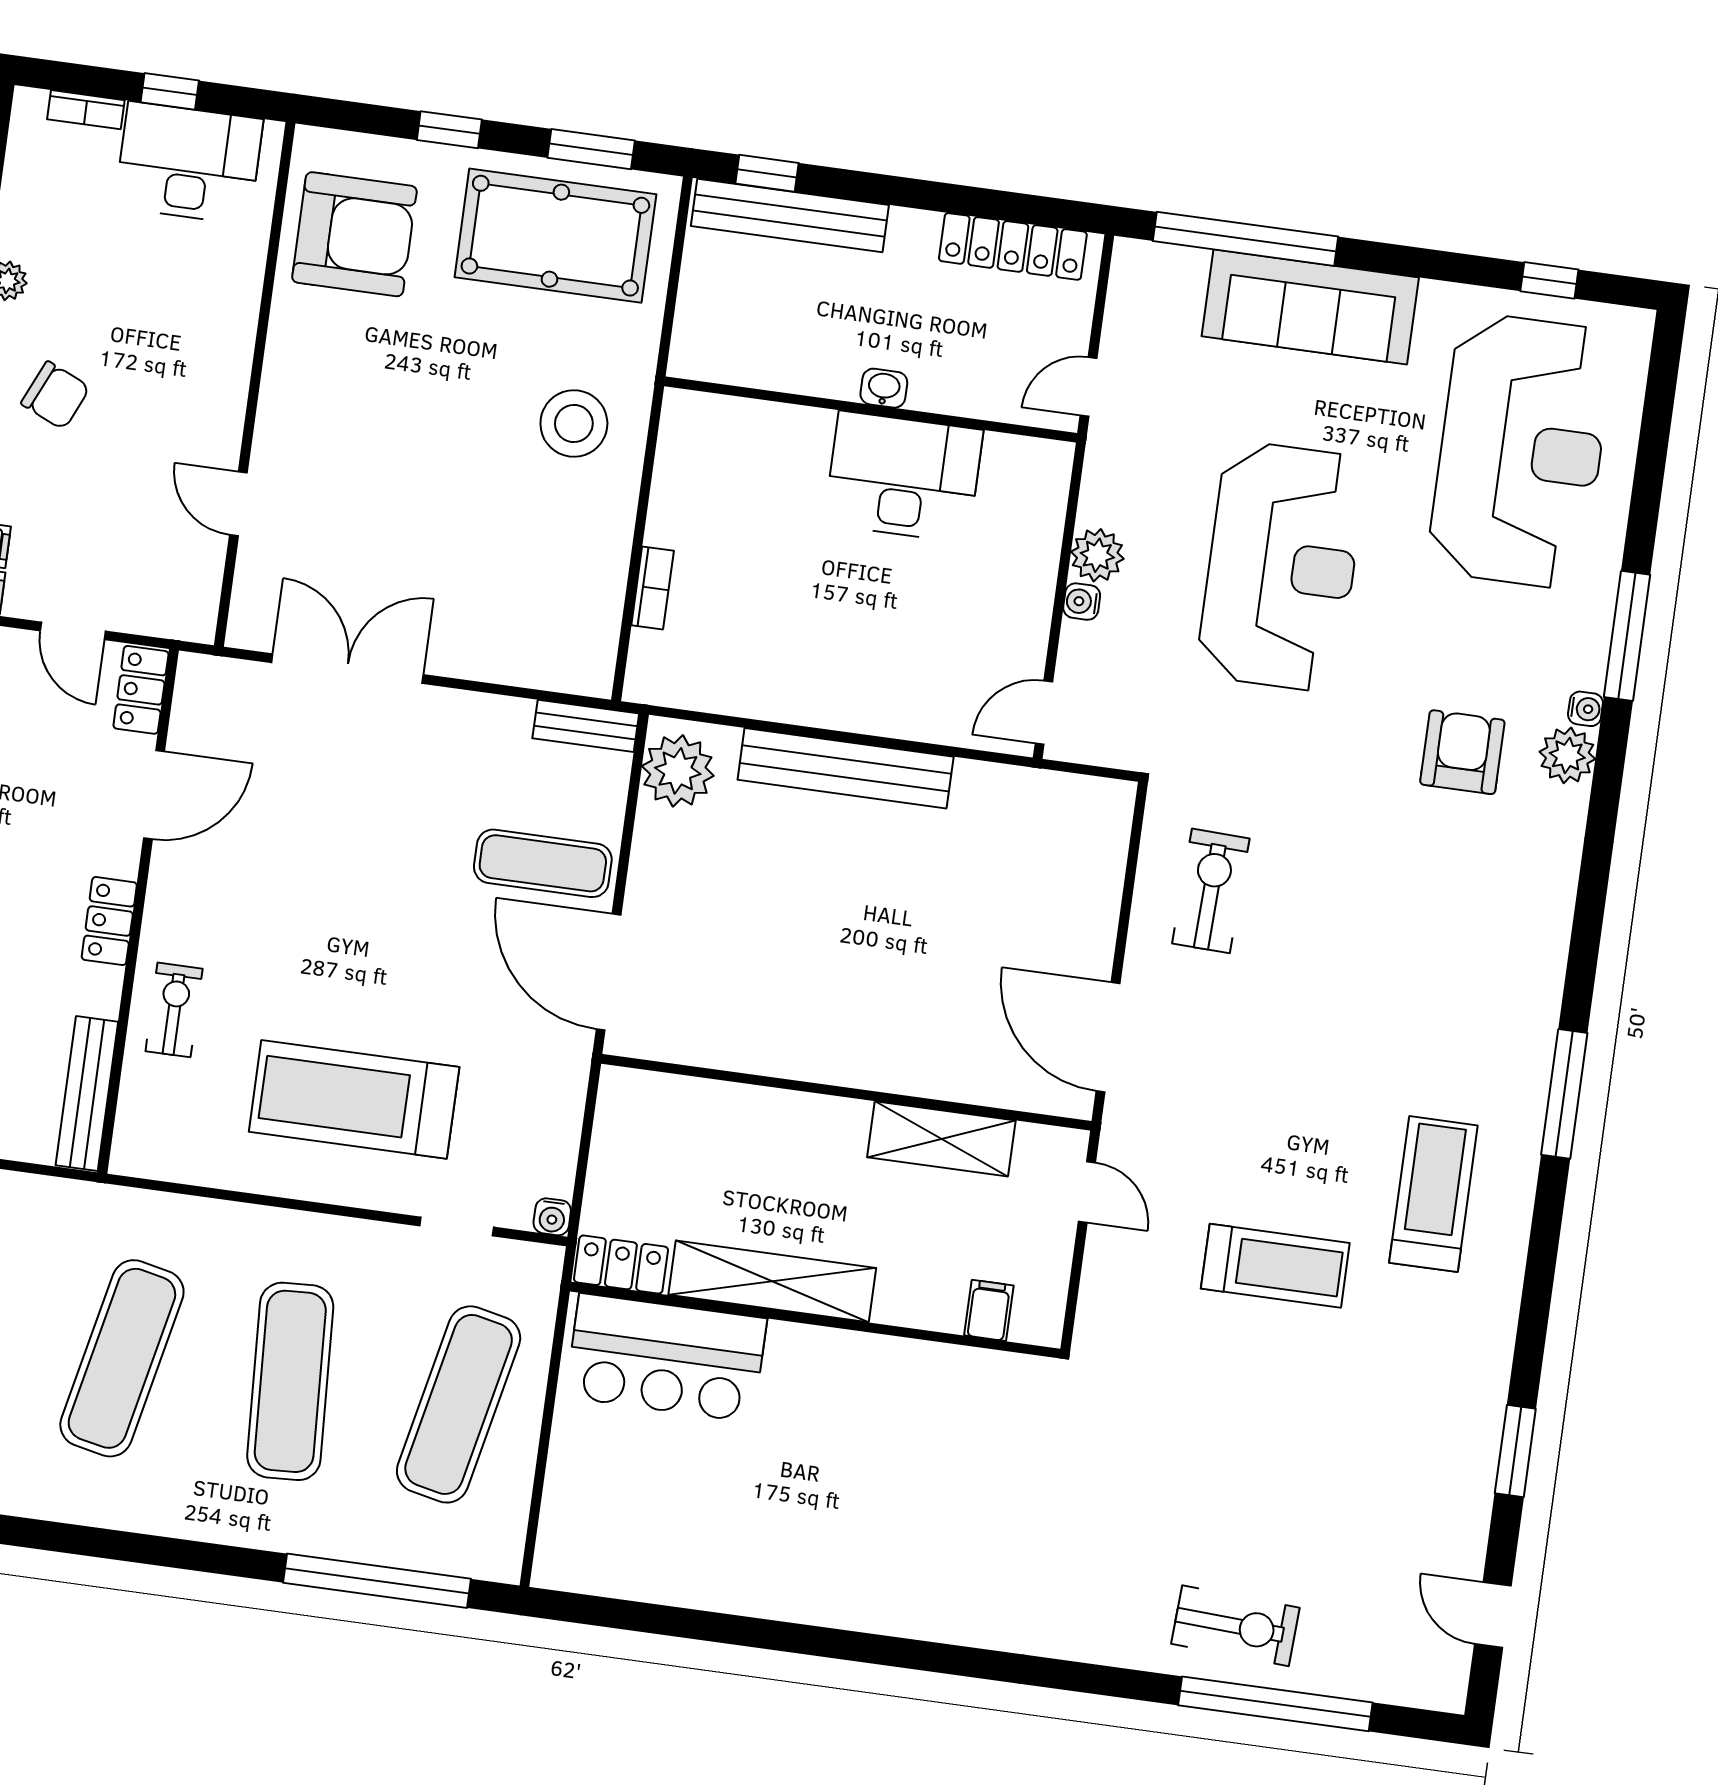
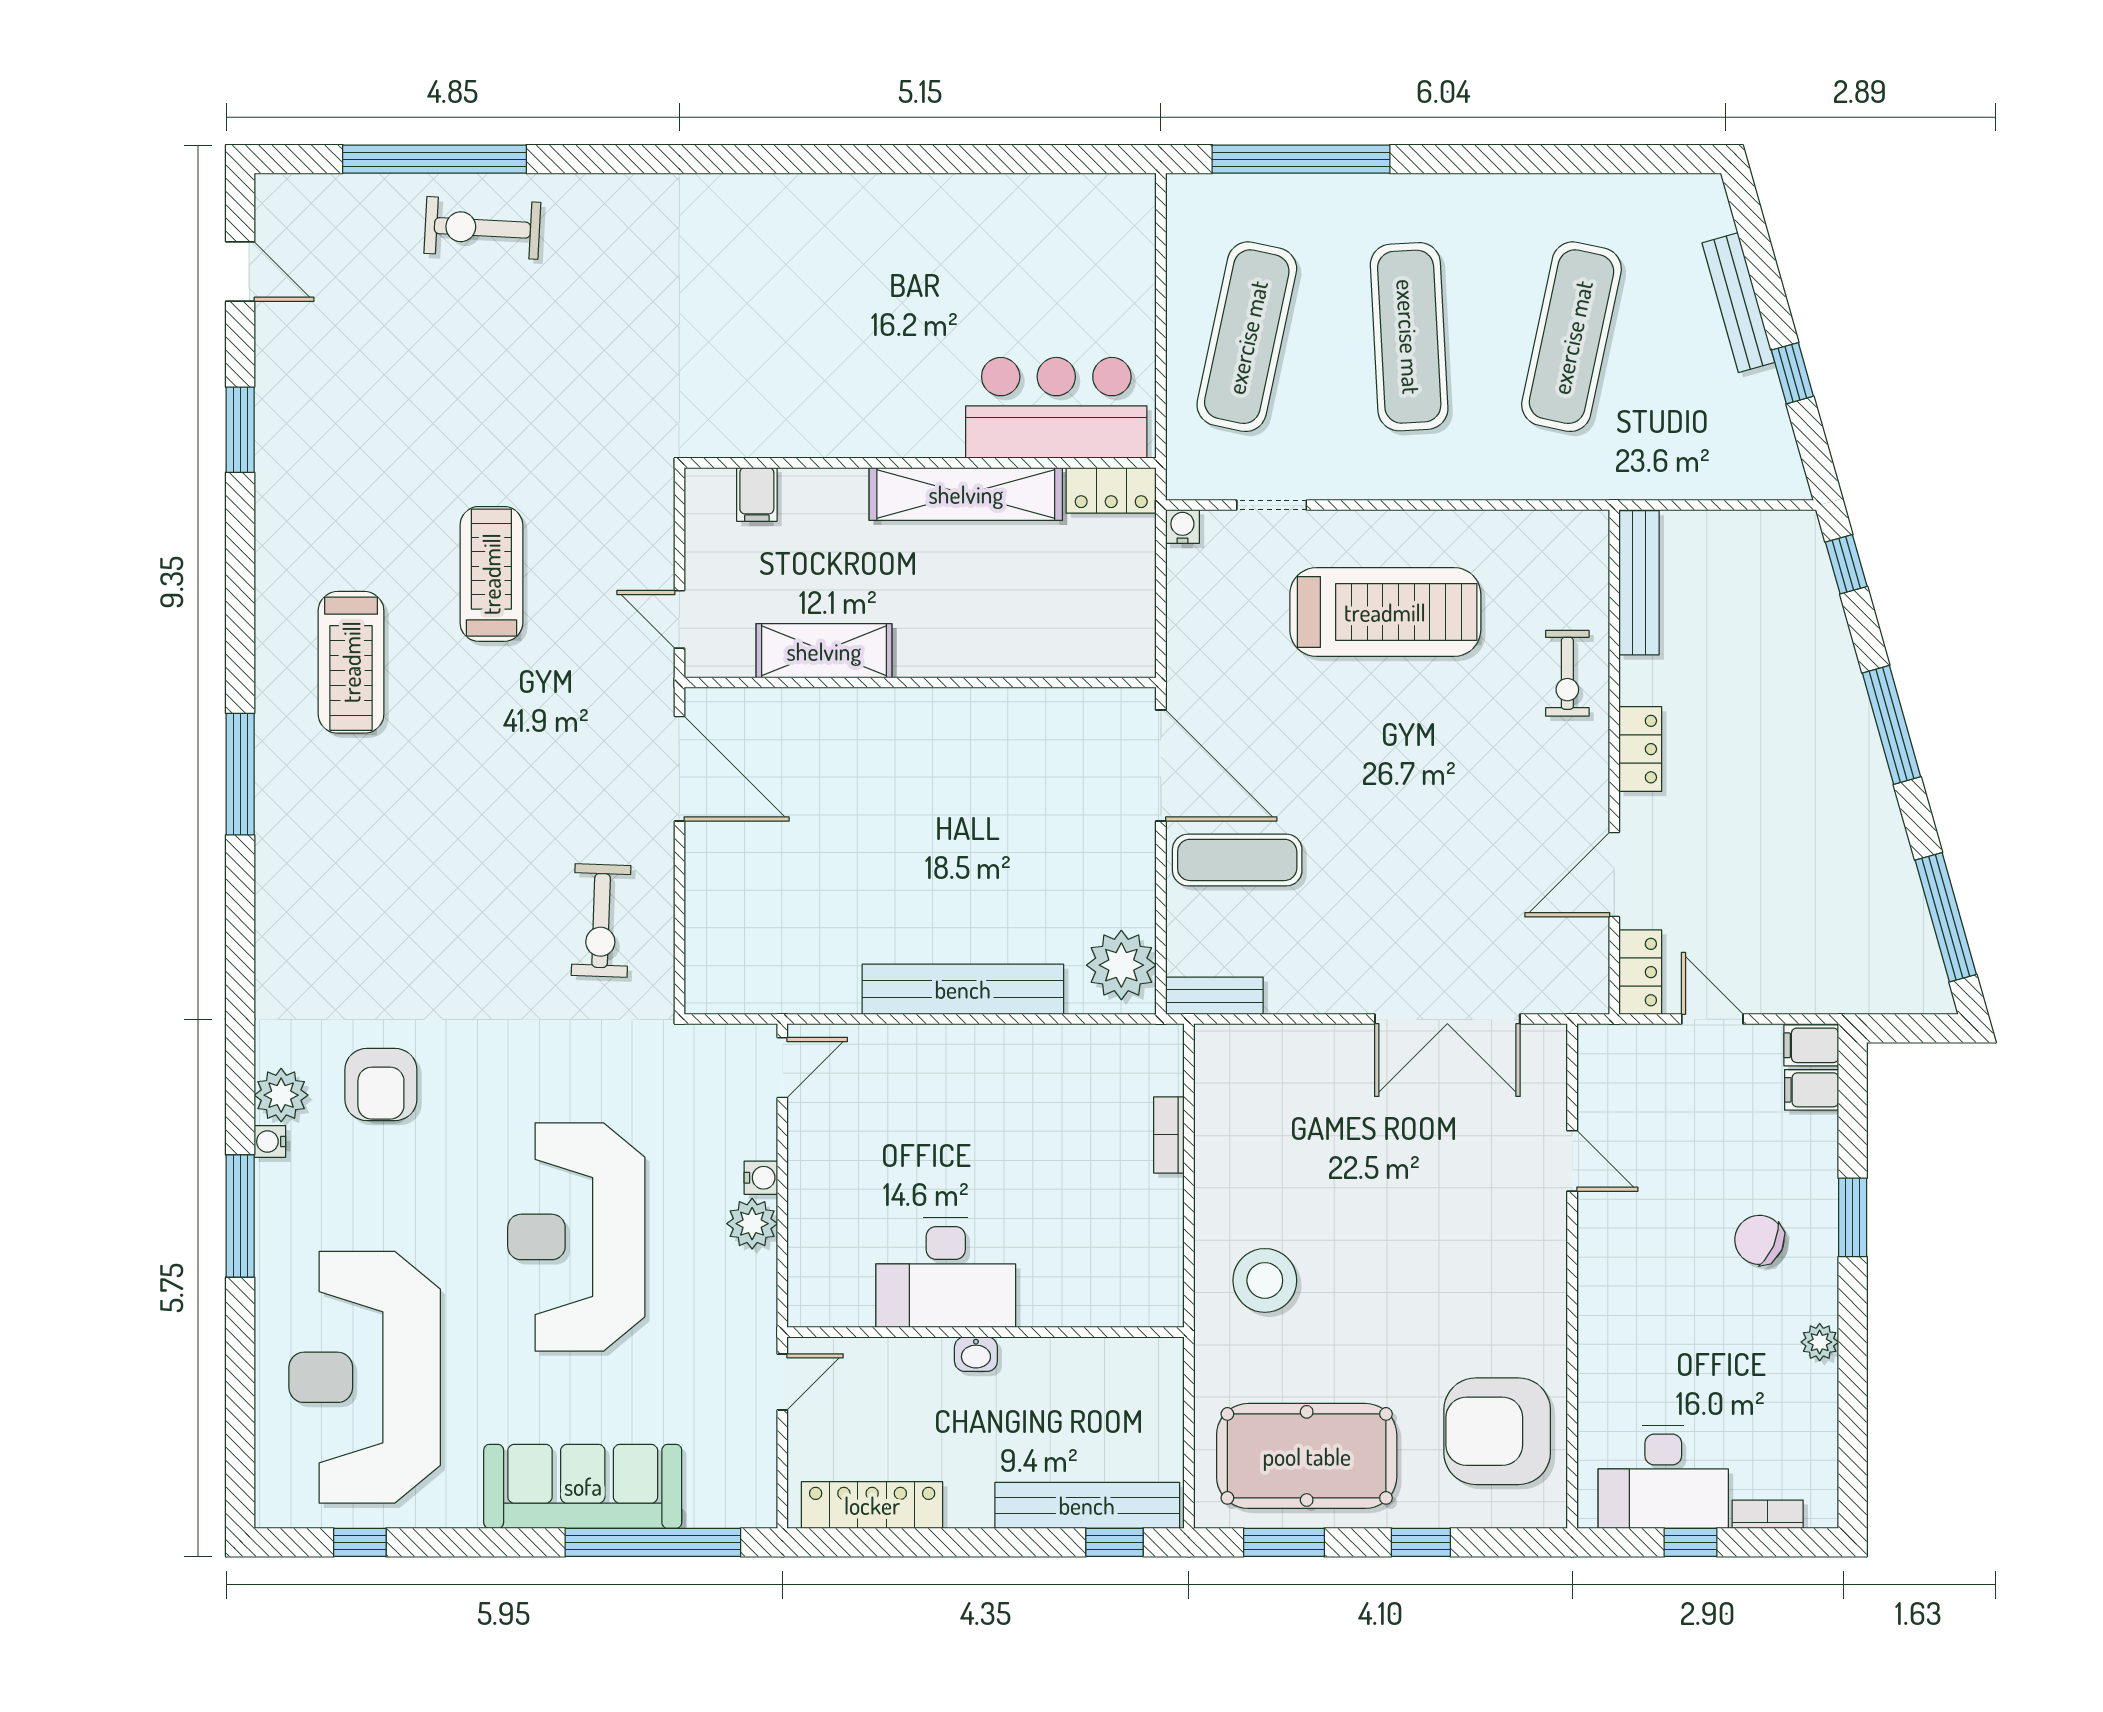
treadmill: (1275, 1266) -> (491, 574), turned 90

